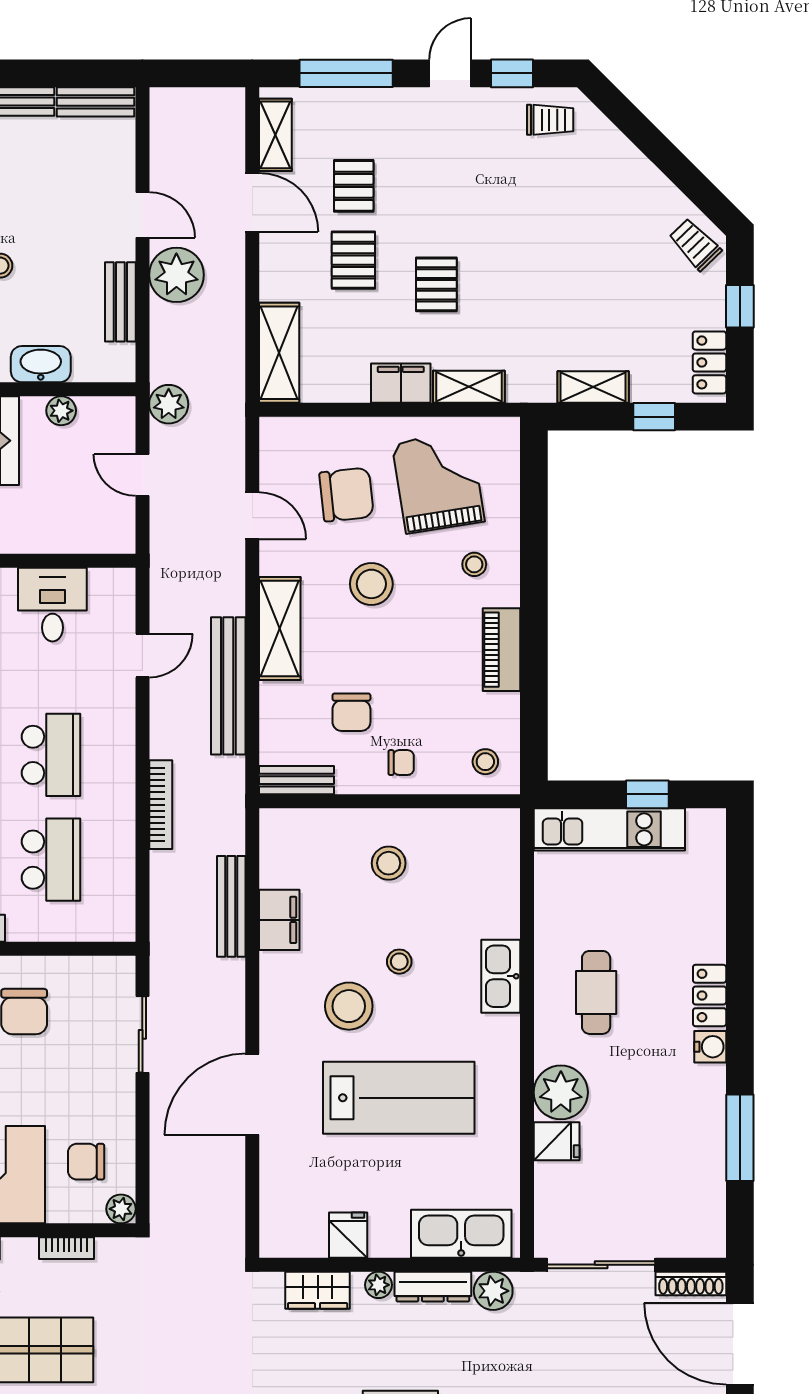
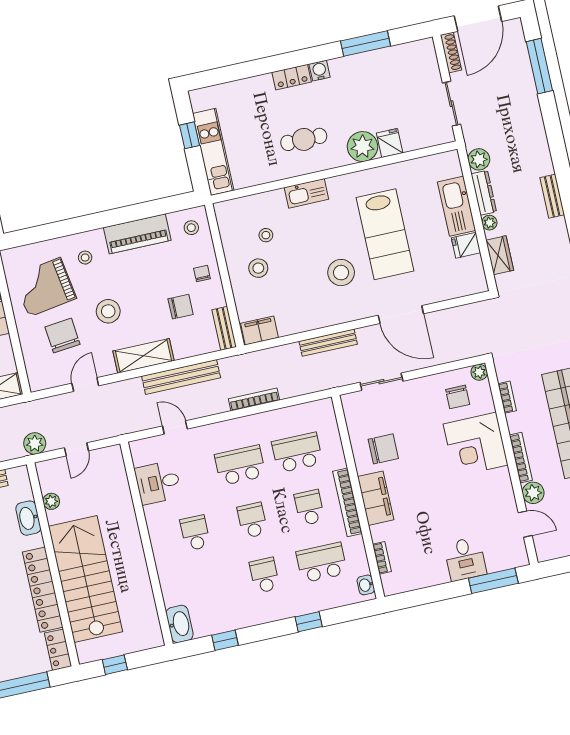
piano: (501, 650) -> (137, 234), width x1.37, depth x1.33
bench: (231, 906) -> (328, 343), moved
filing cabinet: (279, 920) -> (260, 330), moved
stool: (399, 962) -> (266, 235), moved
lab bench: (399, 1098) -> (385, 234), turned 180
kitchen sink: (461, 1234) -> (457, 206), moved
sliding door: (601, 1265) -> (452, 104), width x0.73

